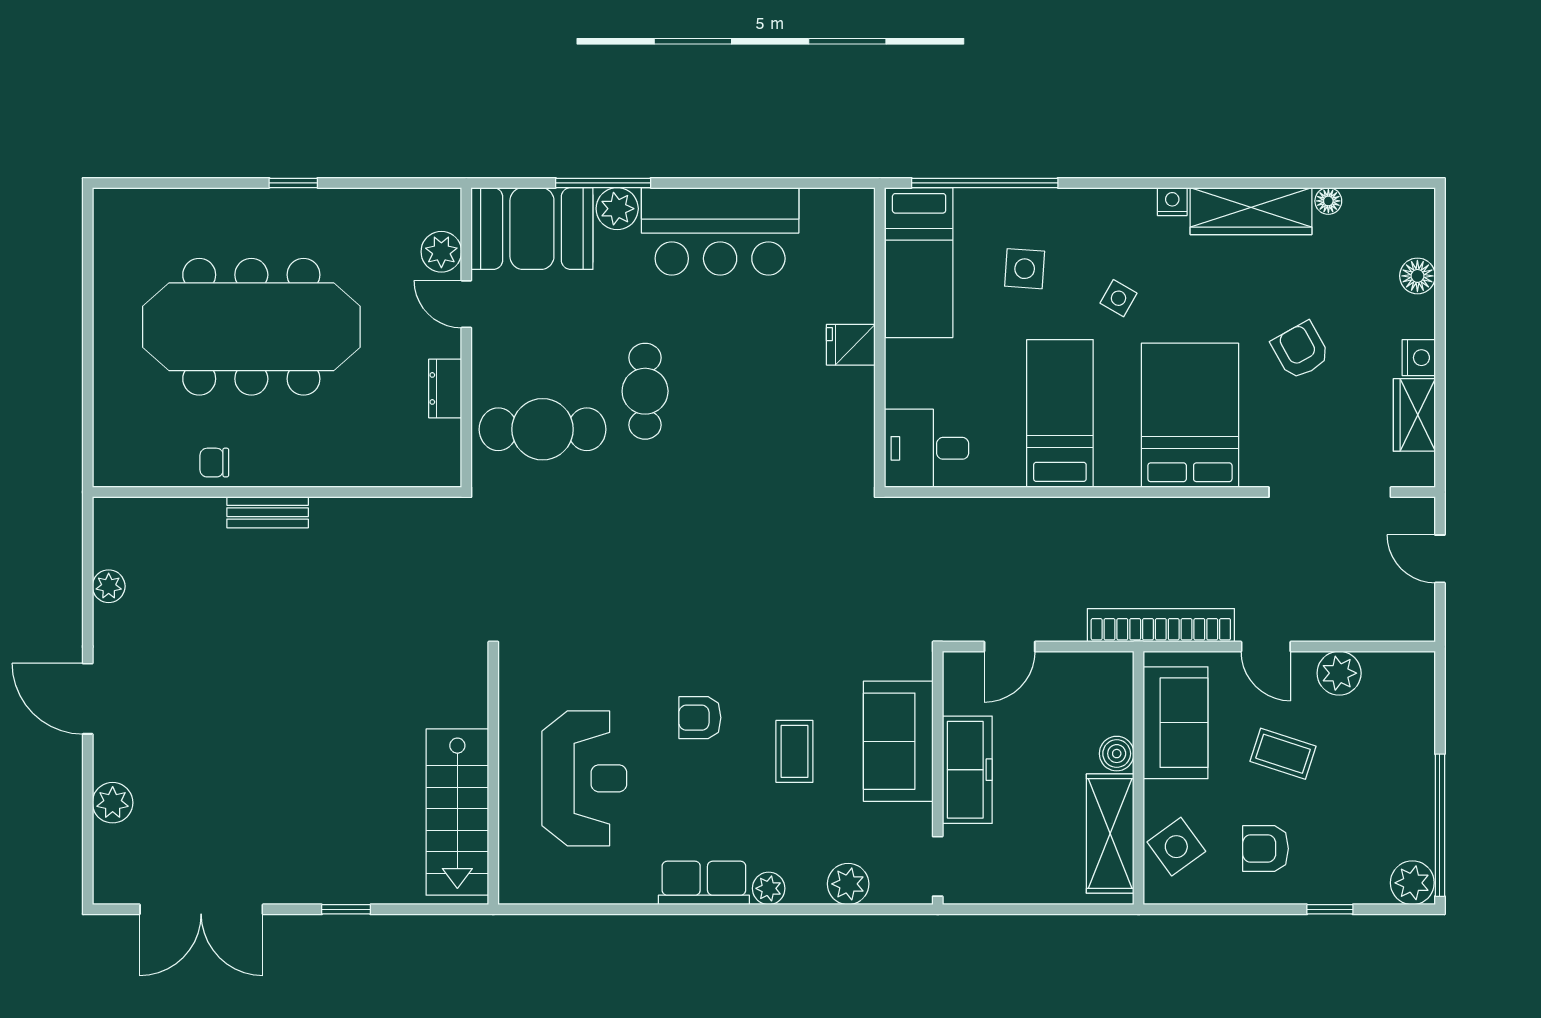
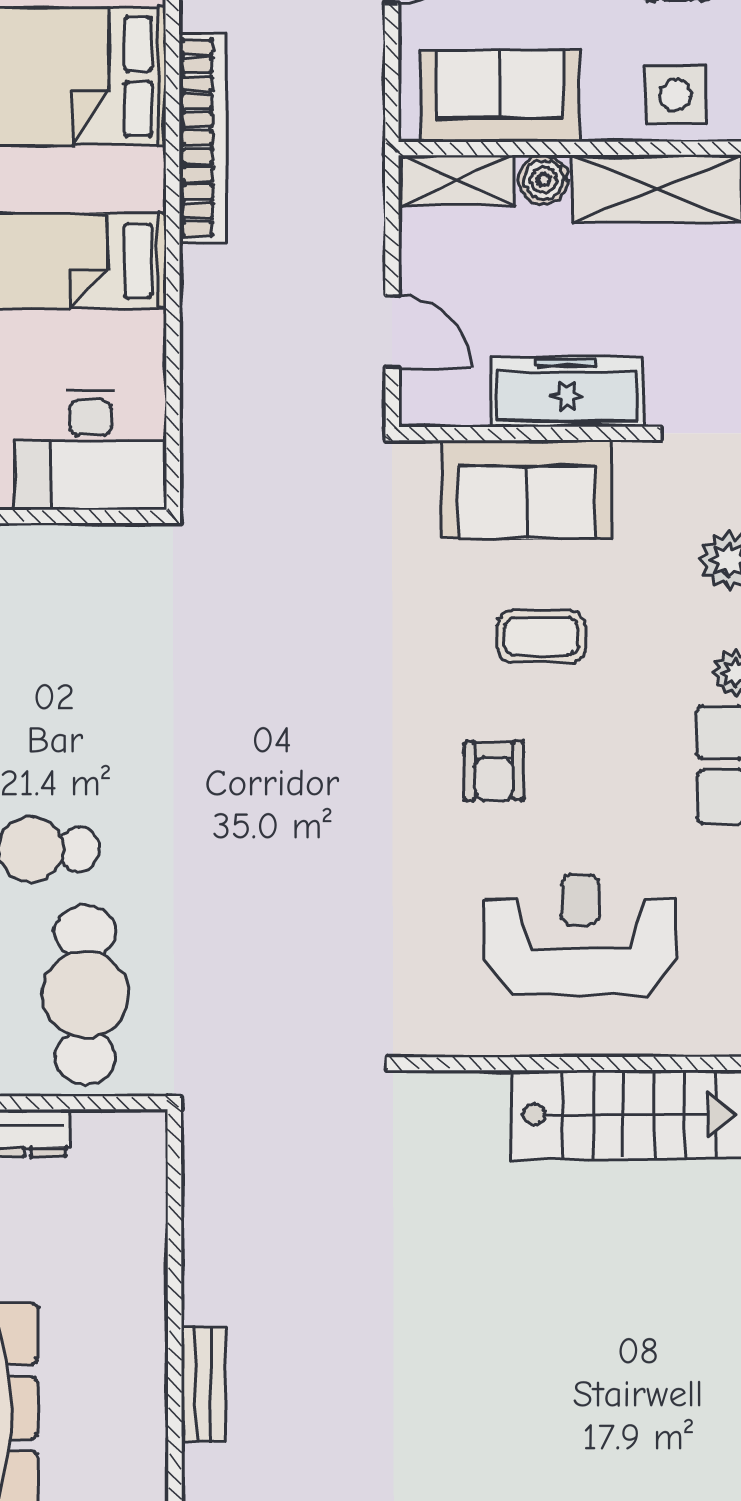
desk: (927, 448) -> (90, 450), width x1.37
chair: (214, 463) -> (133, 1460), removed
bookcase: (1161, 625) -> (203, 138), moved, turned 180
shelving: (1116, 693) -> (458, 181), added
side table: (1176, 847) -> (675, 95), turned 36

